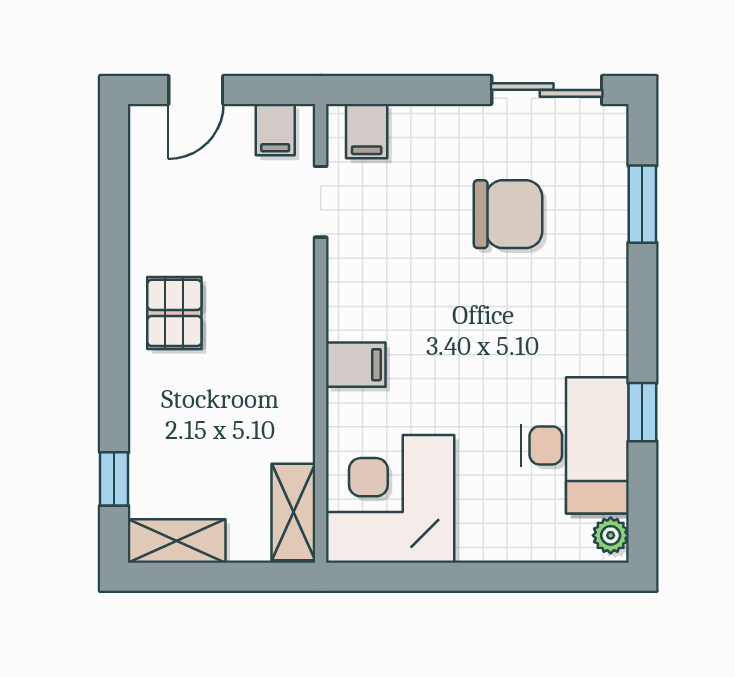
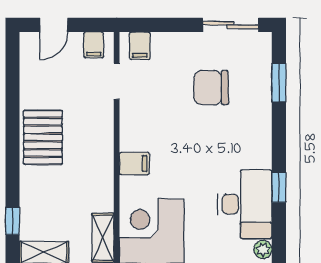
chair: (508, 214) -> (211, 88), turned 180
pallet: (174, 313) -> (43, 137), width x1.50, depth x1.42

